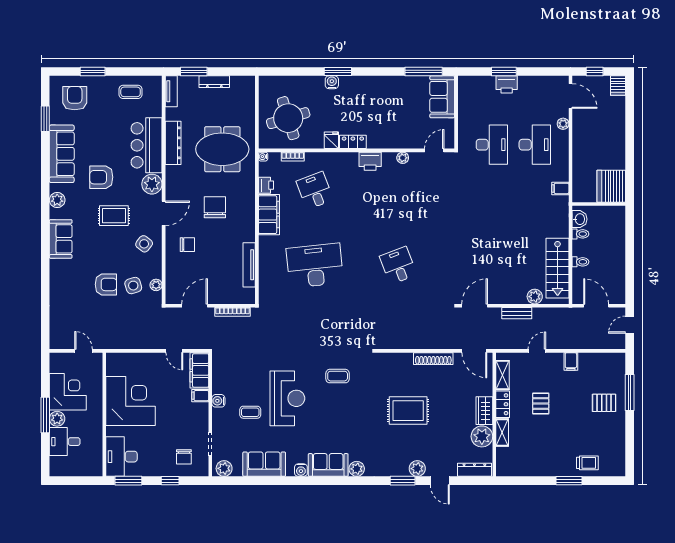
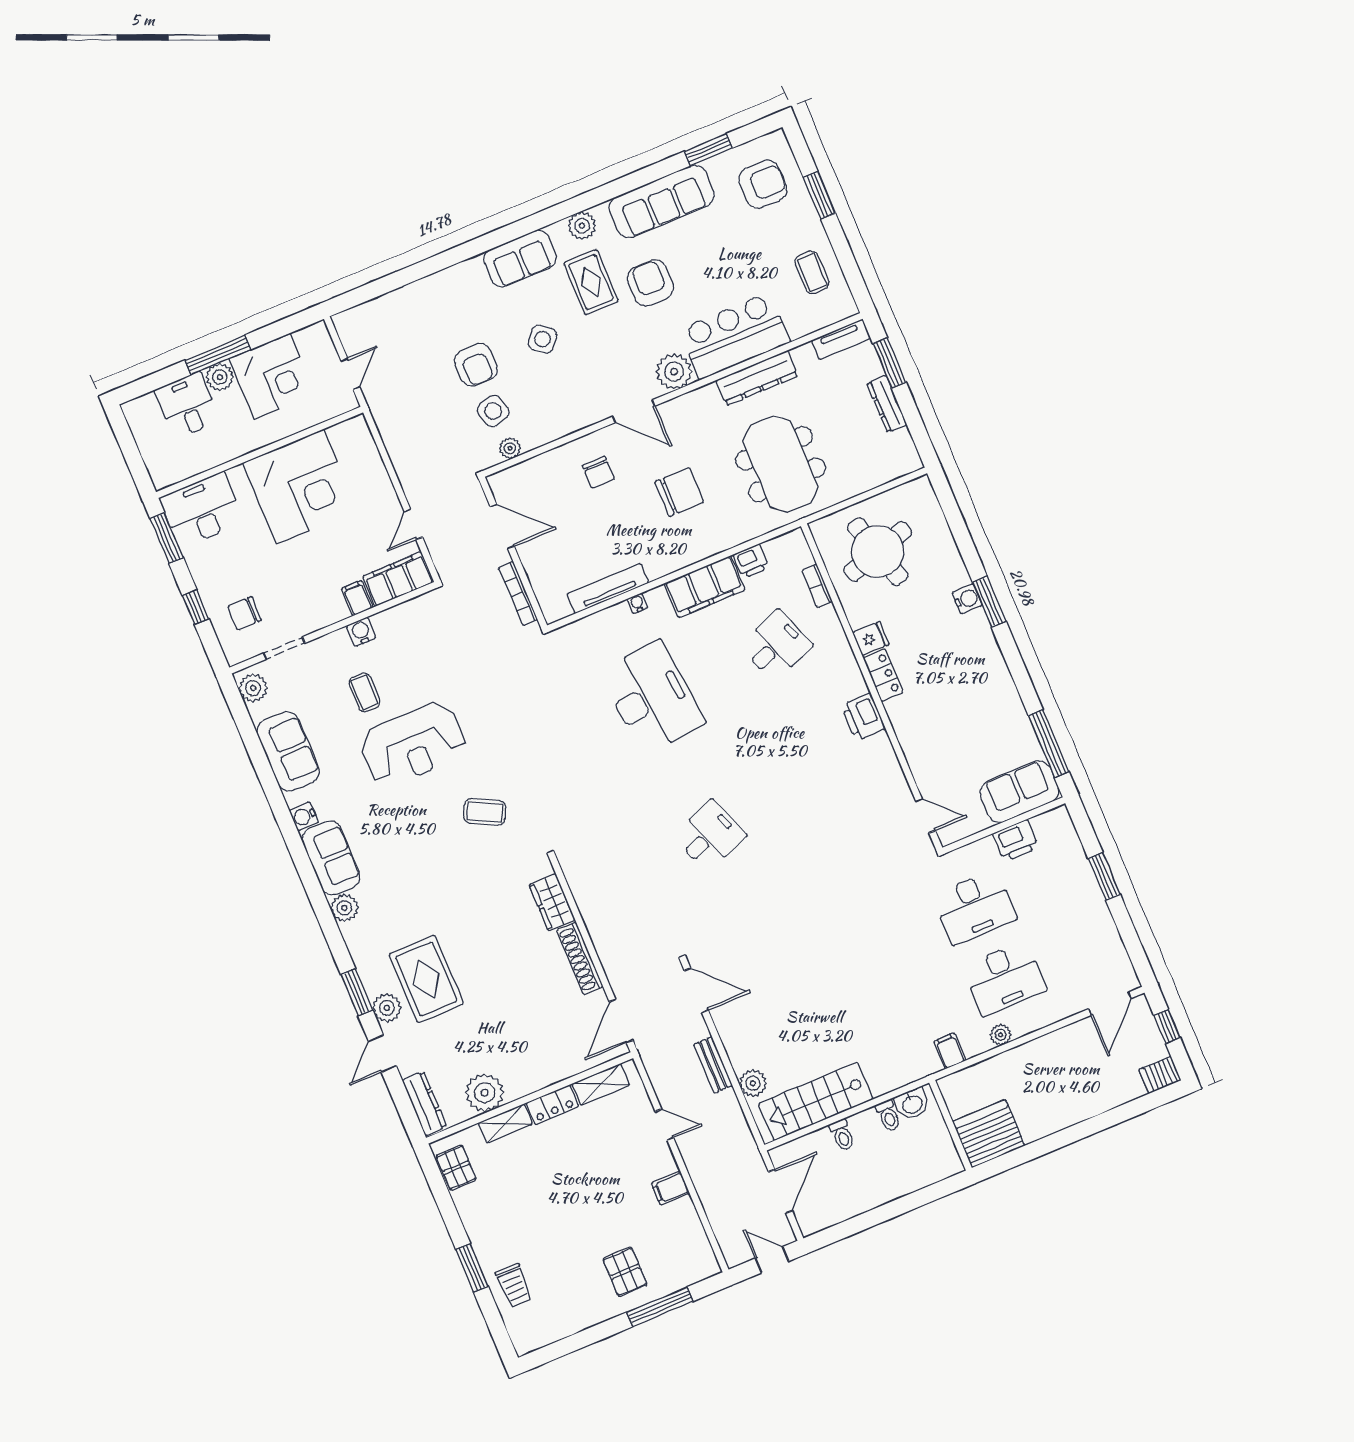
printer: (507, 84) -> (1016, 841), moved, turned -90
plant: (563, 124) -> (1001, 1035), moved
water cooler: (263, 157) -> (637, 603), moved
plant: (403, 158) -> (891, 769), removed
rug: (114, 216) -> (591, 282), moved
side table: (144, 244) -> (543, 339), moved
coffee table: (338, 376) -> (485, 812), turned -63
pallet: (541, 404) -> (456, 1168), moved, turned 90
rug: (408, 411) -> (426, 979), moved
wardrobe: (484, 411) -> (552, 902), moved, turned -90

